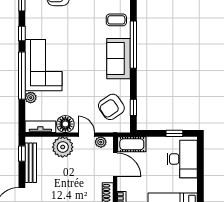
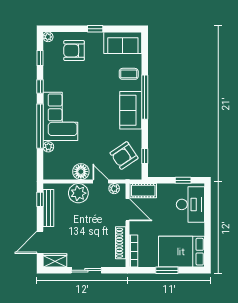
tv unit: (40, 127) -> (57, 174), removed

